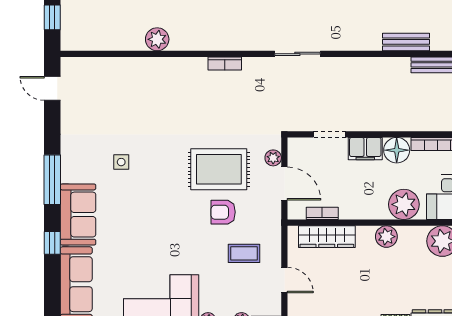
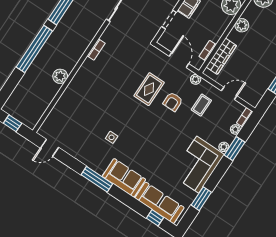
plant: (273, 158) -> (196, 79), moved
rug: (219, 169) -> (149, 89), width x0.73, depth x0.70
door: (284, 184) -> (179, 60), hinge flipped
window: (52, 243) -> (155, 218), moved

